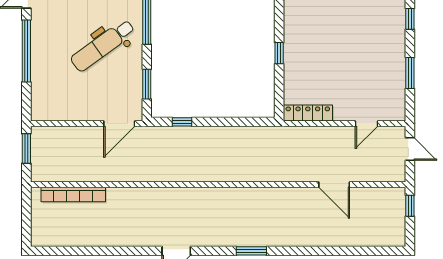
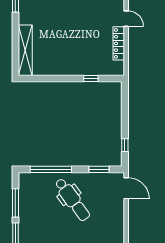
window: (279, 53) -> (91, 79), moved
locker: (308, 113) -> (119, 43), moved

